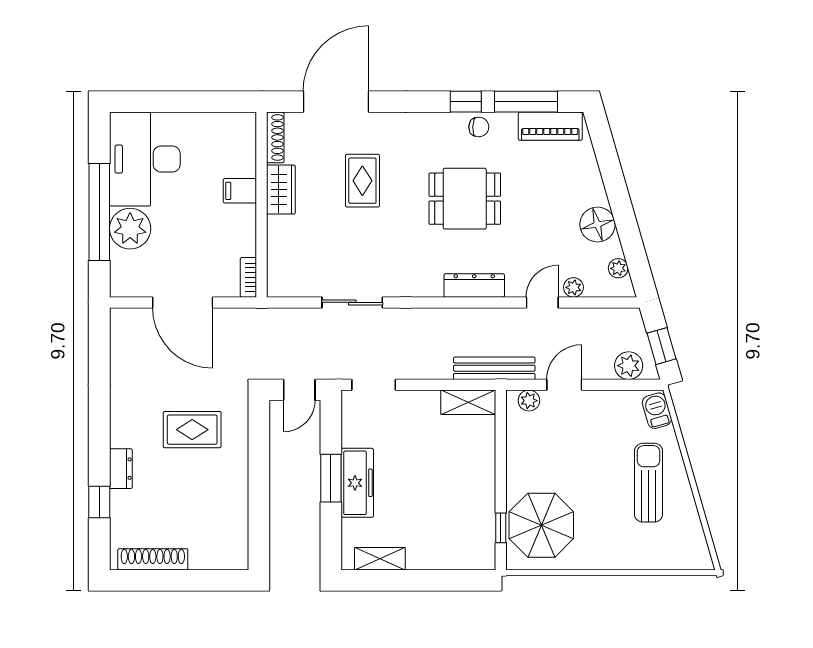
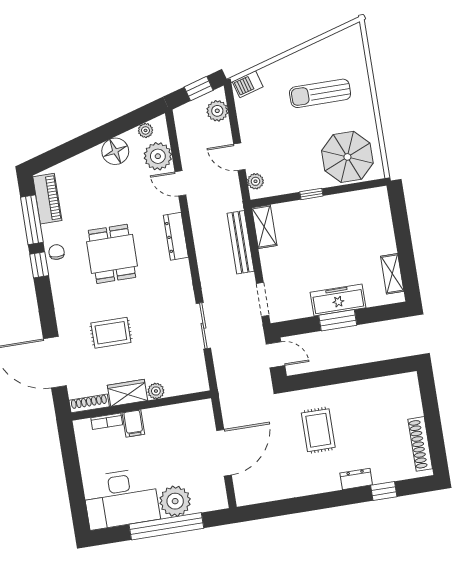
plant: (277, 227) -> (156, 391), added
bookcase: (248, 277) -> (107, 421), moved
plant: (573, 287) -> (158, 156), width x1.87, depth x1.87
bench: (494, 368) -> (241, 242), moved
sun lounger: (649, 483) -> (320, 93), moved
window: (501, 528) -> (311, 194), moved

